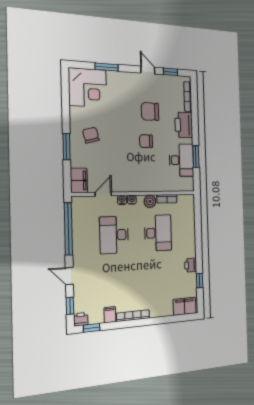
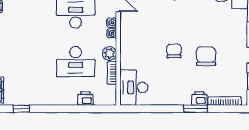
printer: (184, 125) -> (199, 98), width x0.53, depth x0.68
window: (196, 157) -> (196, 109), moved
desk: (181, 160) -> (134, 87), moved, turned 90
printer: (191, 265) -> (85, 98), moved

